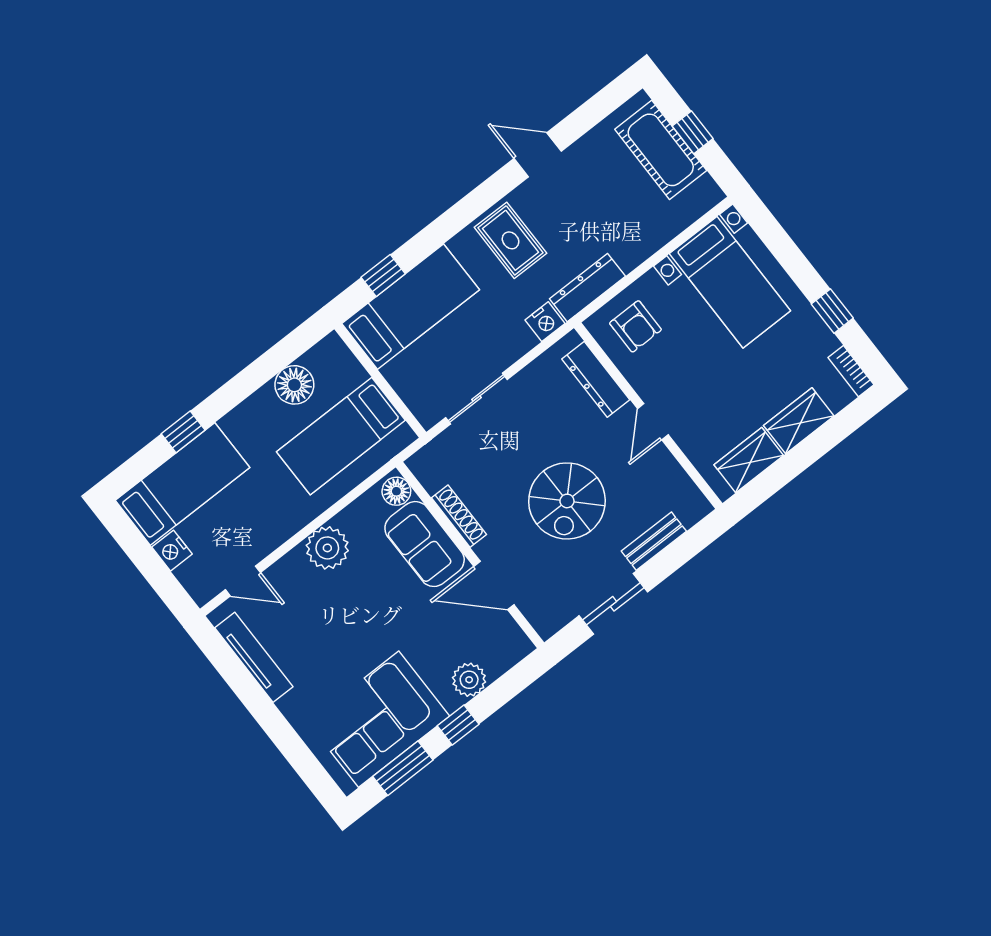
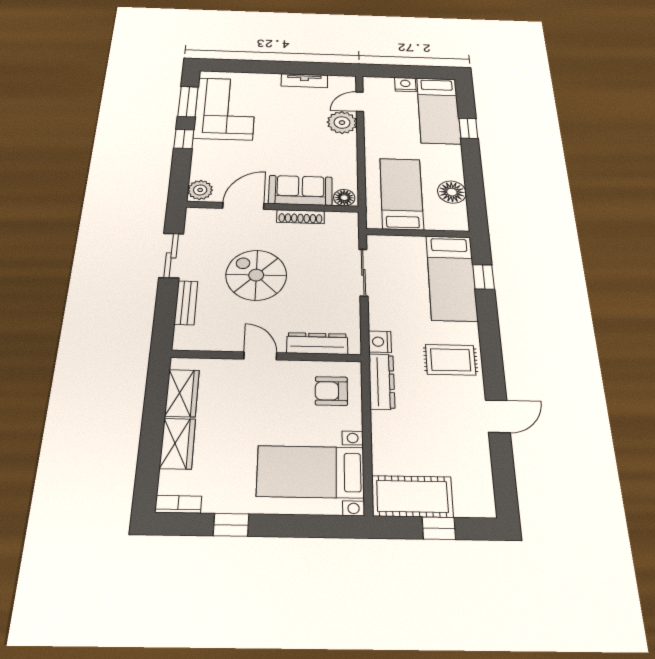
cot: (661, 150) -> (412, 496), moved
plant: (327, 548) -> (342, 123), moved
tv unit: (254, 657) -> (304, 81), width x0.71
plant: (469, 680) -> (200, 190), moved

